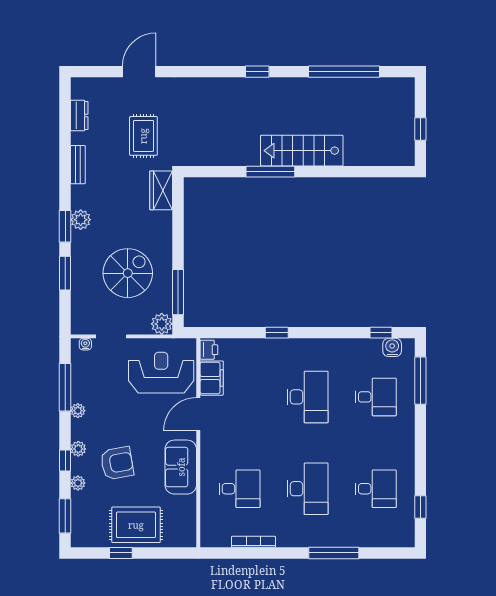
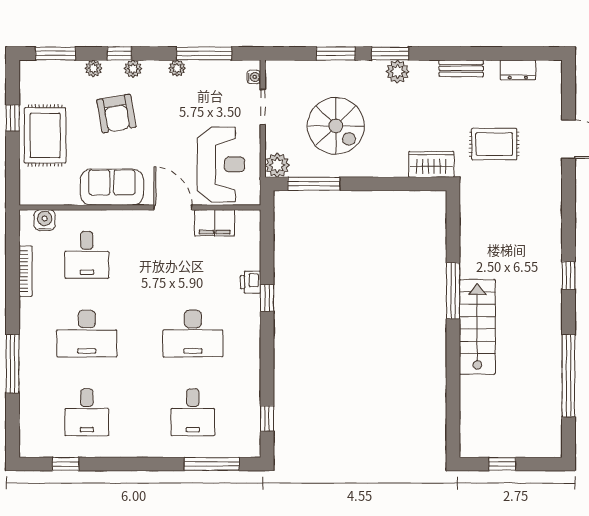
water cooler: (392, 347) -> (45, 220), moved, turned -90
printer: (209, 350) -> (251, 282), moved, turned 90

